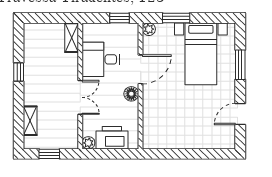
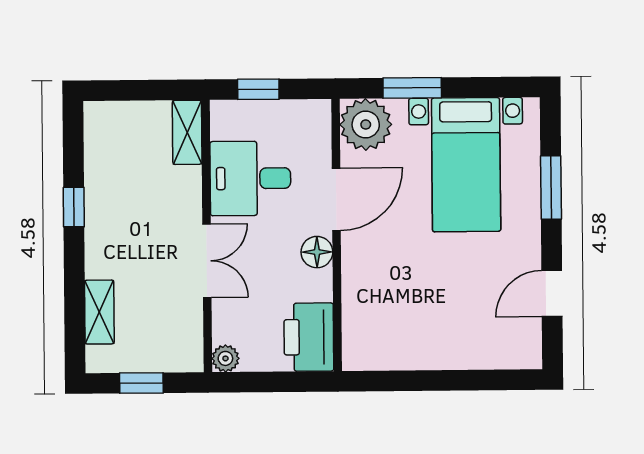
window: (119, 18) -> (258, 89), moved
plant: (149, 29) -> (366, 124), width x1.88, depth x1.88
printer: (112, 138) -> (309, 337), moved, turned -90

